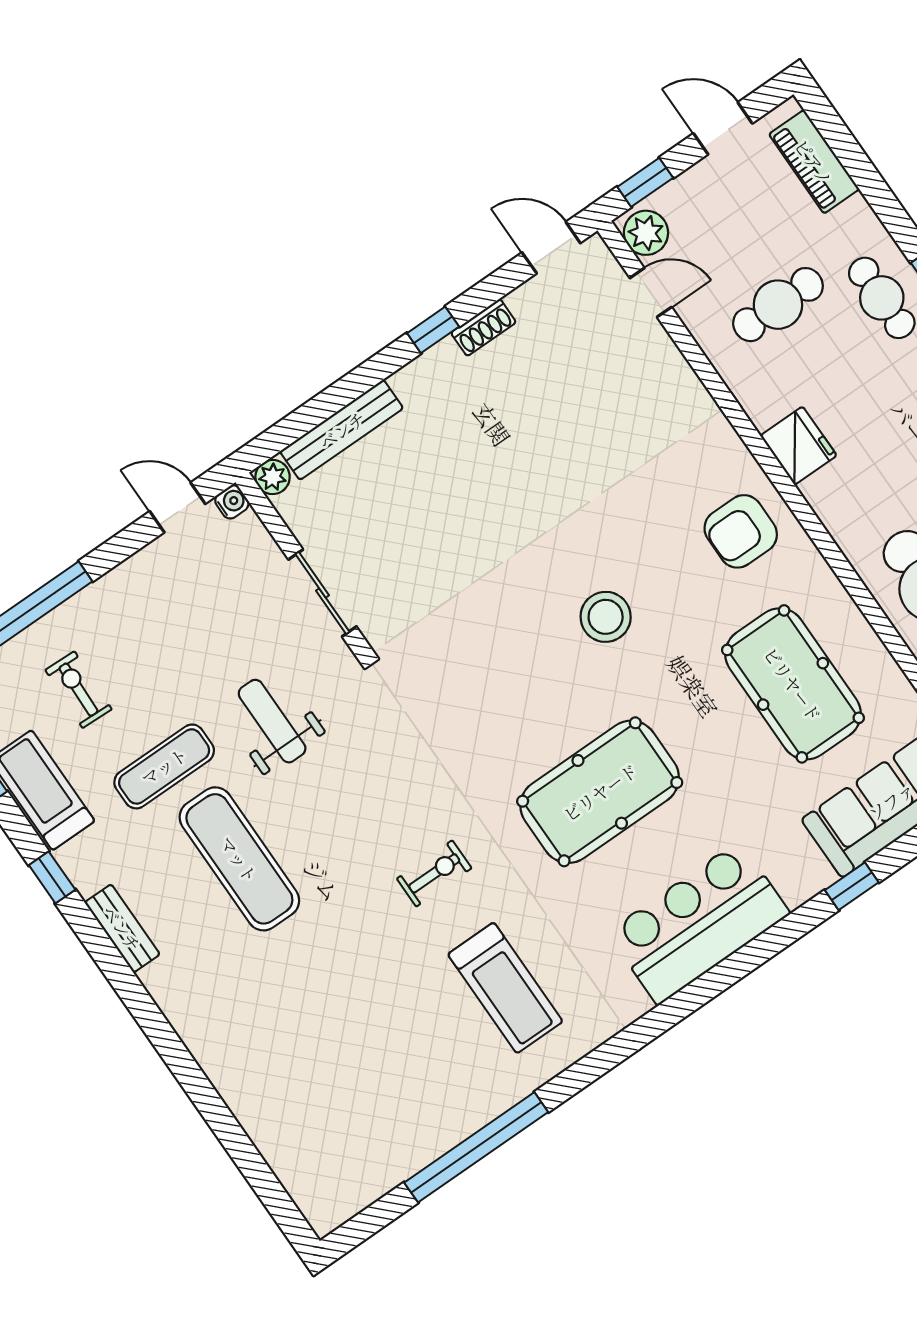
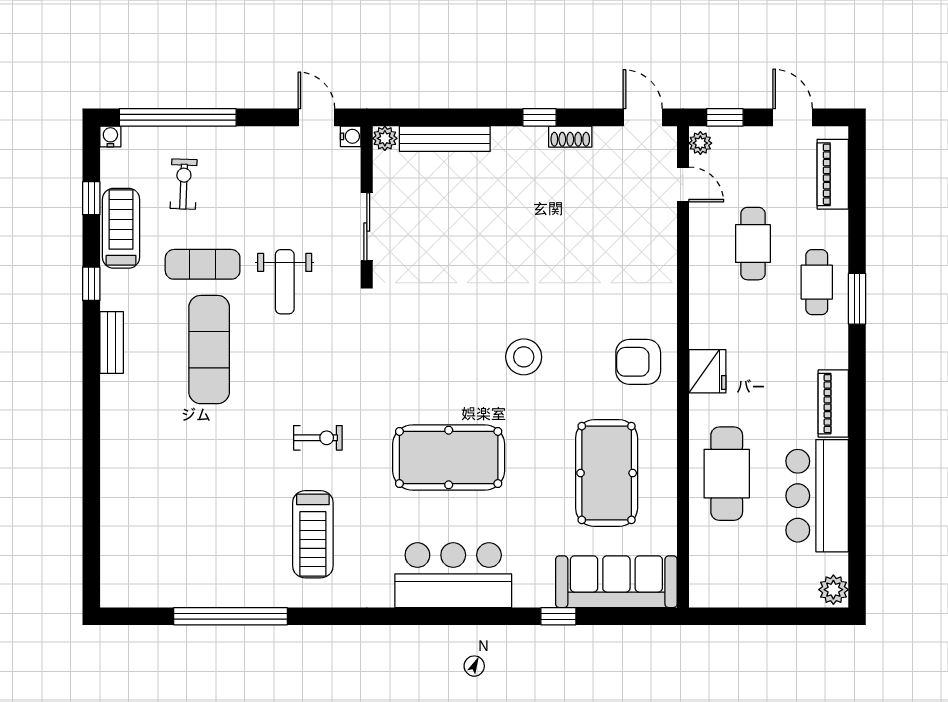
plant: (646, 233) -> (700, 143), width x0.73, depth x0.73
cafe table: (778, 305) -> (753, 244), turned 90
fridge: (799, 446) -> (707, 371), moved
weight bench: (272, 721) -> (285, 282), turned 180

